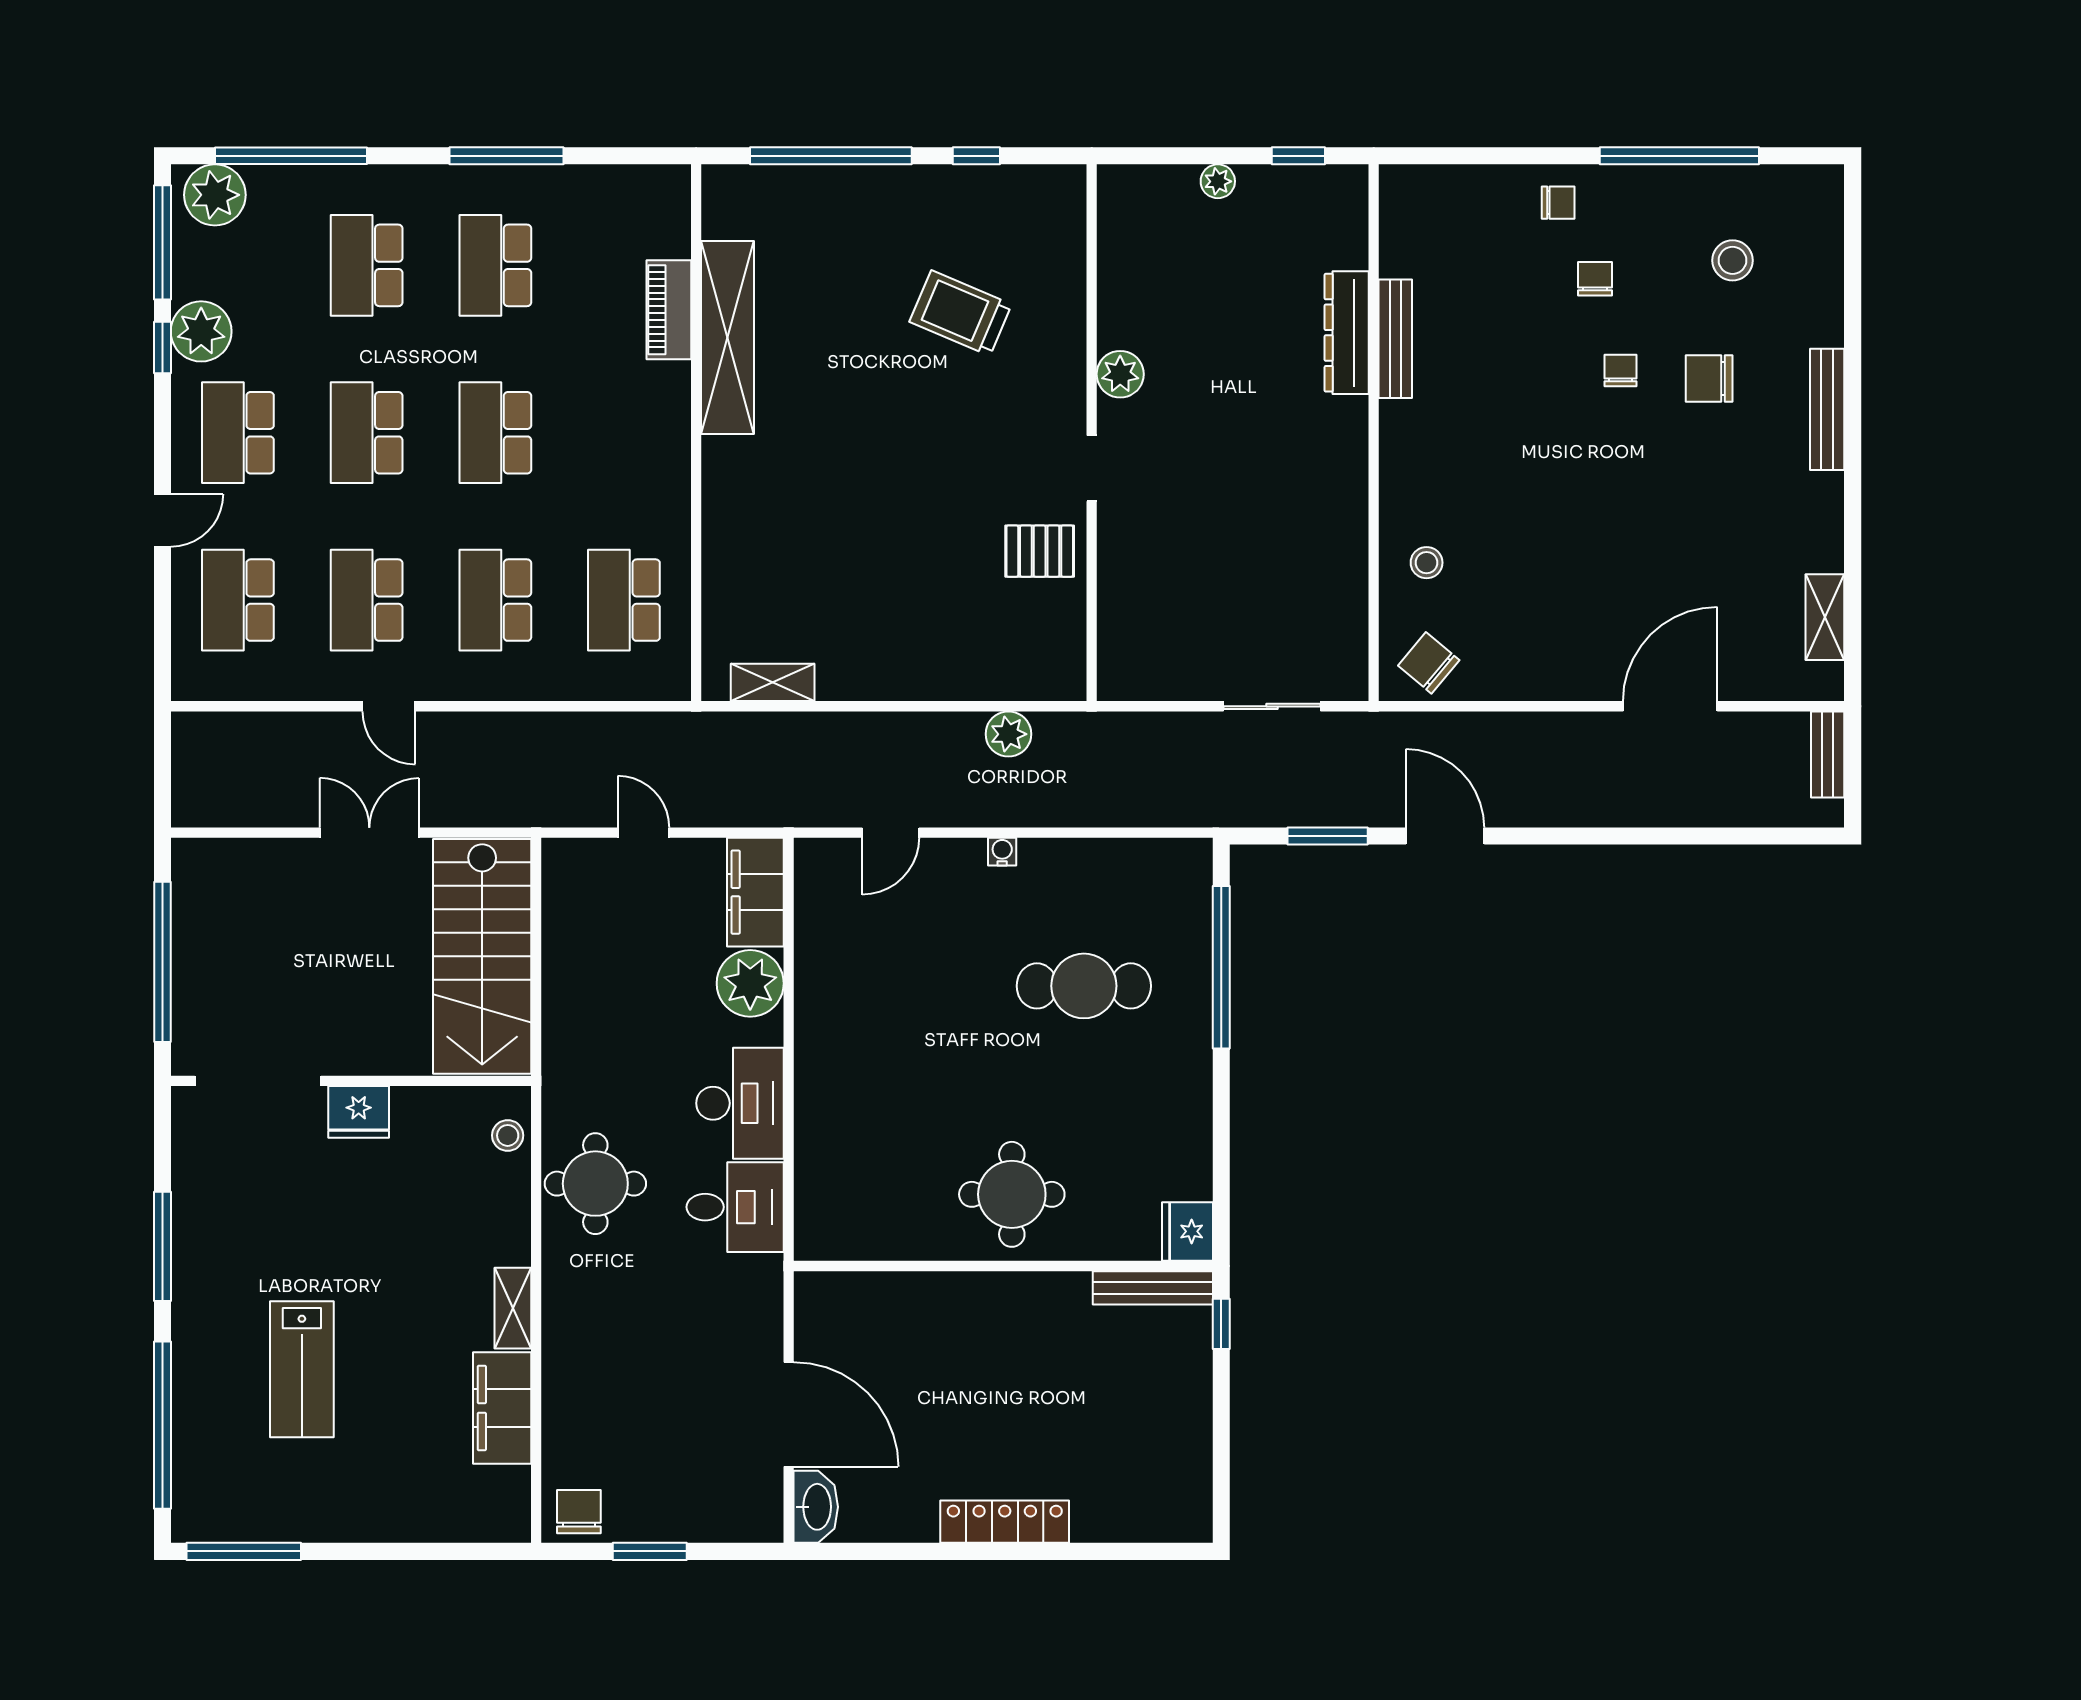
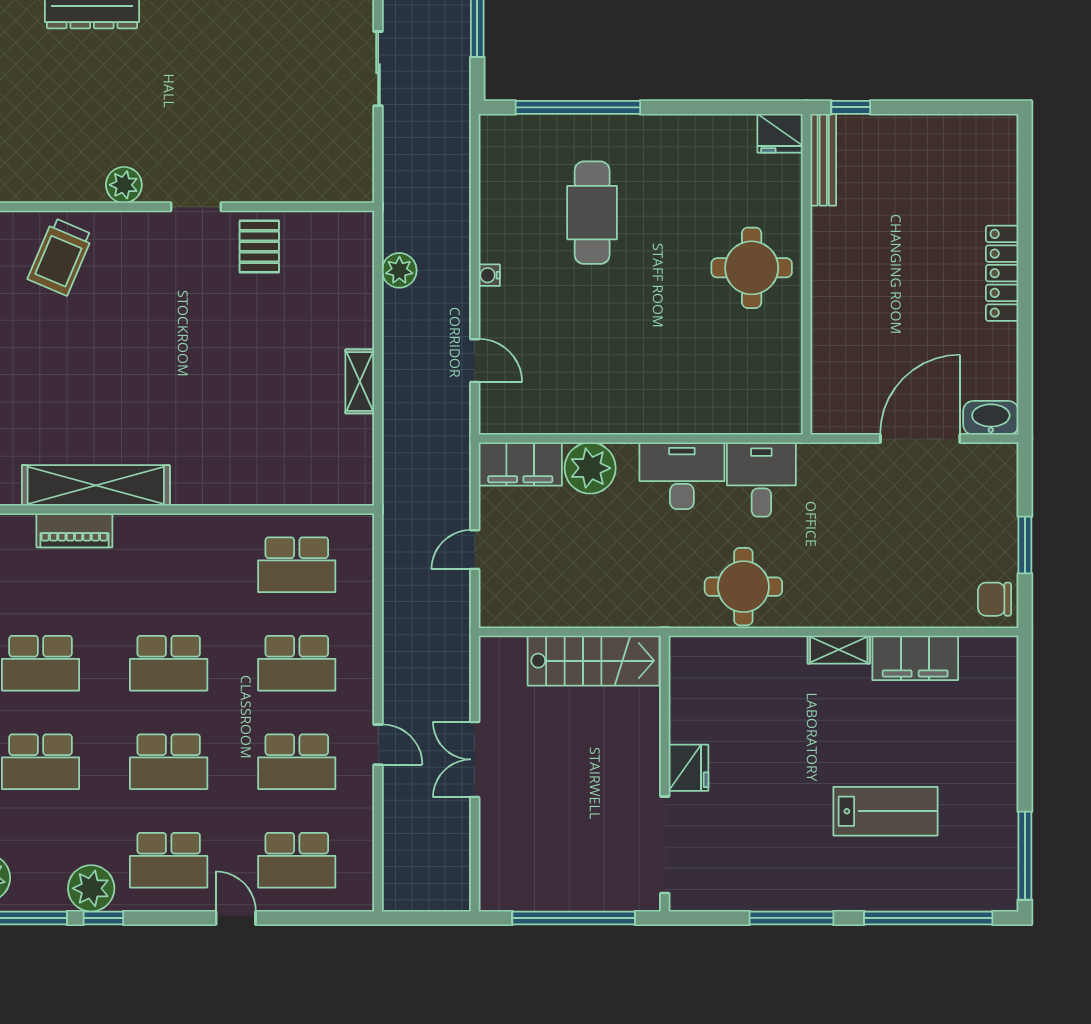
trolley: (961, 313) -> (60, 257), moved
shelving: (773, 682) -> (360, 381), moved
door: (389, 706) -> (378, 745), hinge flipped
stairs: (482, 956) -> (594, 661), width x0.73, depth x0.66
stool: (508, 1135) -> (707, 654), removed

